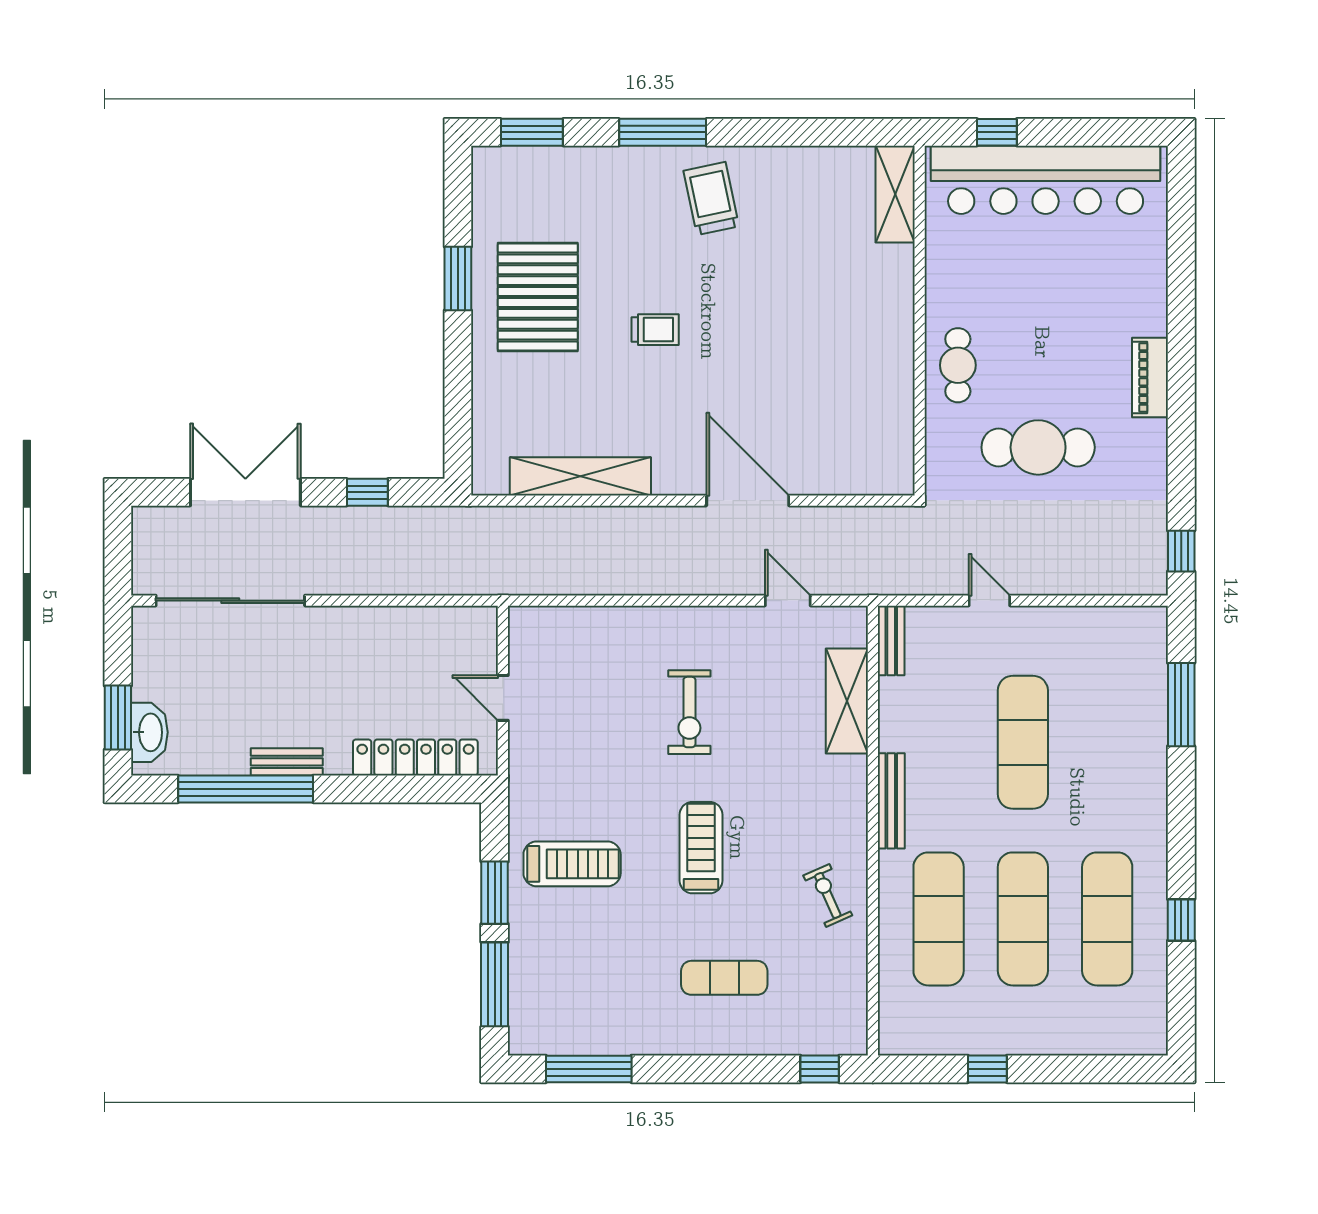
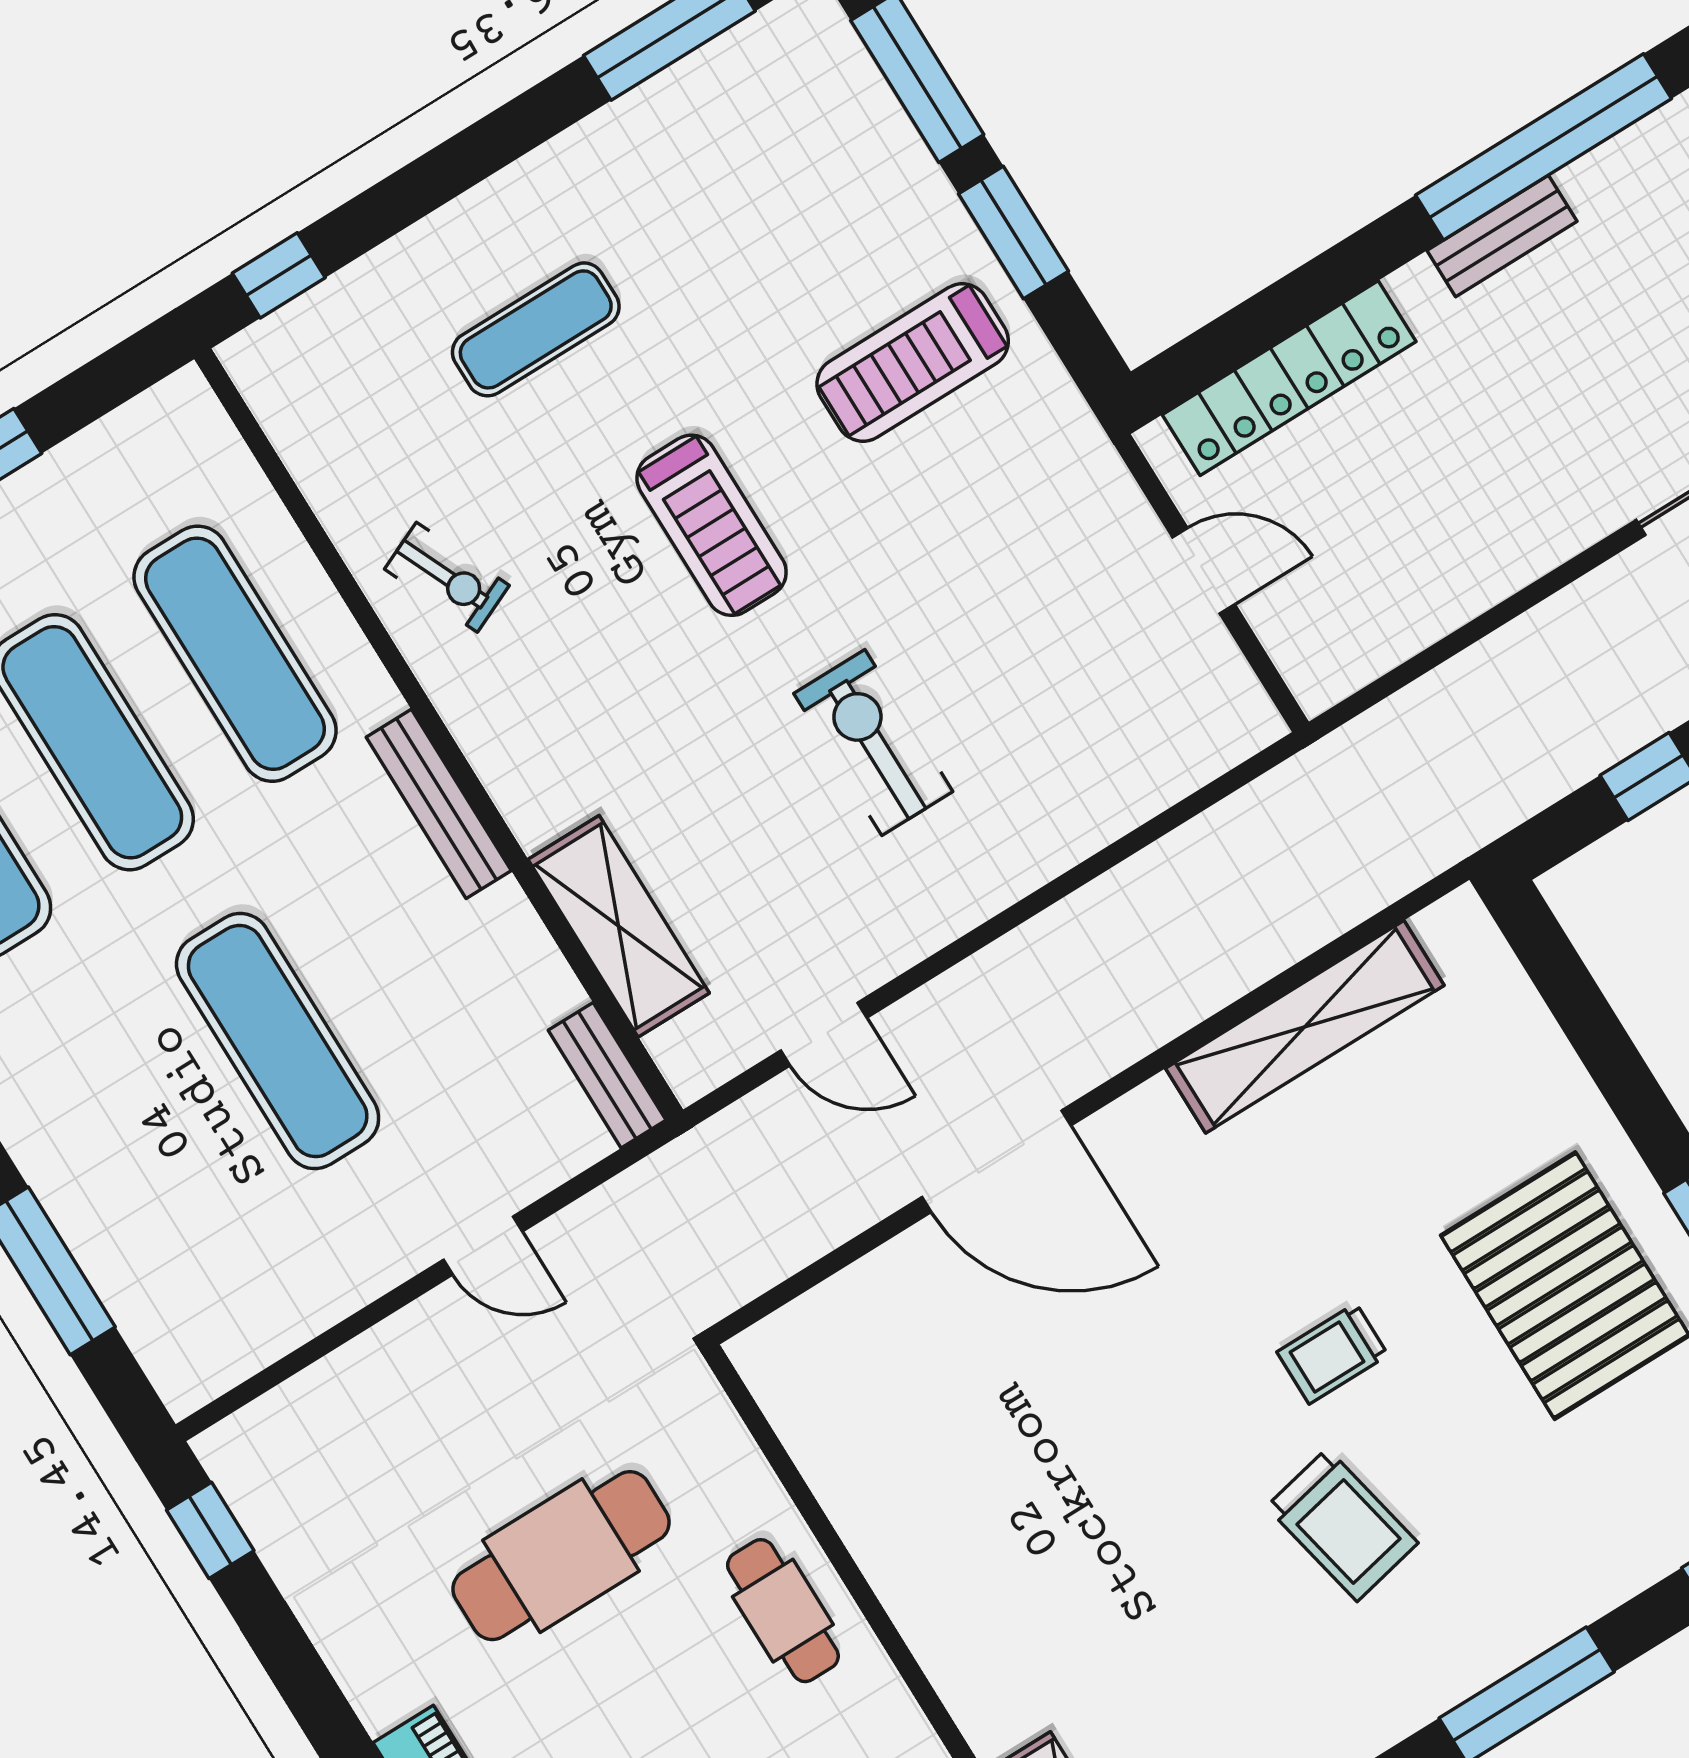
trolley: (711, 199) -> (1342, 1525), moved

